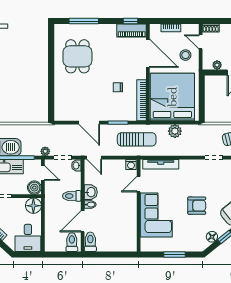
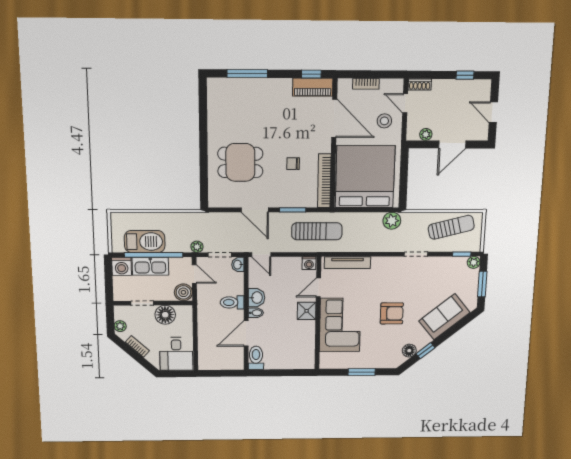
dining table: (77, 56) -> (240, 162), moved, turned 90
plant: (175, 131) -> (392, 221), moved
shower: (130, 203) -> (307, 311), added
floor lamp: (33, 206) -> (165, 315), moved
toilet: (72, 242) -> (232, 358), removed

